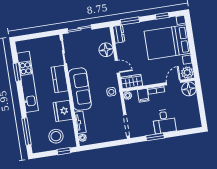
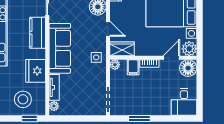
desk: (164, 121) -> (184, 102), moved

